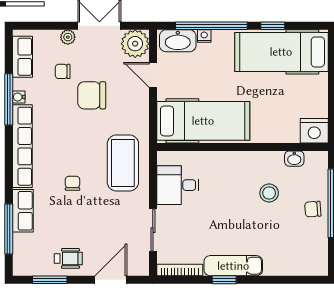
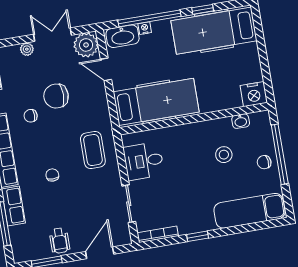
chair: (63, 71) -> (31, 116), moved
coffee table: (123, 163) -> (93, 150), width x0.73, depth x0.76
wheelchair: (68, 258) -> (60, 241), turned 90
exam couch: (233, 266) -> (249, 211), moved, width x1.36, depth x1.45

